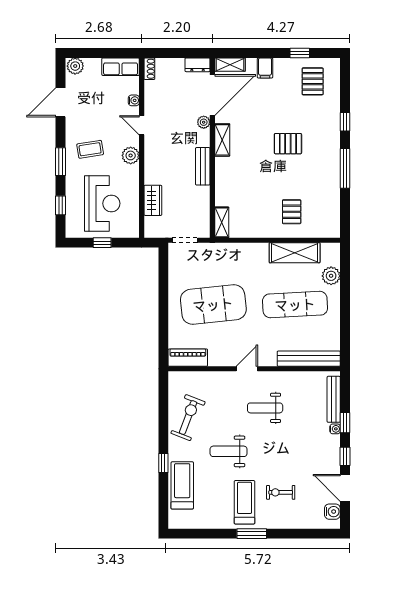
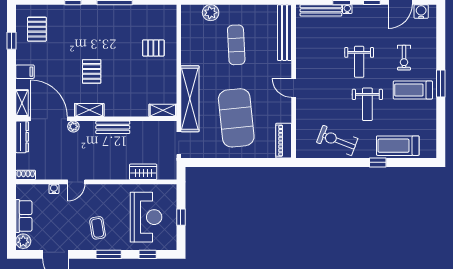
dresser: (198, 65) -> (22, 137), width x1.44
row of seats: (121, 67) -> (24, 216), moved
pallet: (313, 81) -> (37, 29), turned 90
pallet: (288, 144) -> (92, 71), moved
plant: (131, 155) -> (103, 192), removed
reception desk: (102, 203) -> (146, 217), turned 90
shelving: (295, 253) -> (190, 99), moved, width x1.47
exercise mat: (295, 305) -> (236, 45), width x0.73, depth x0.69
weight bench: (265, 408) -> (359, 62), moved

